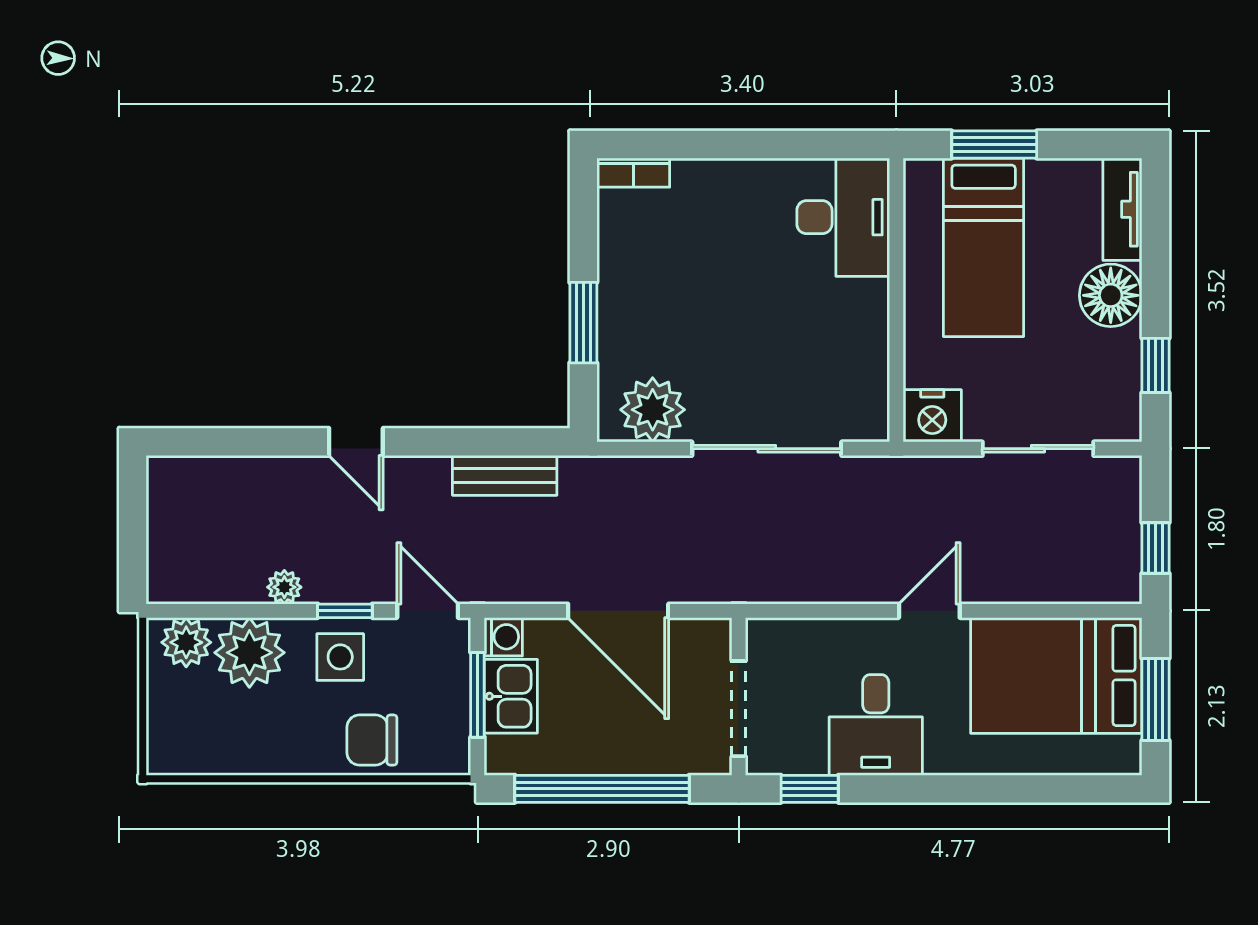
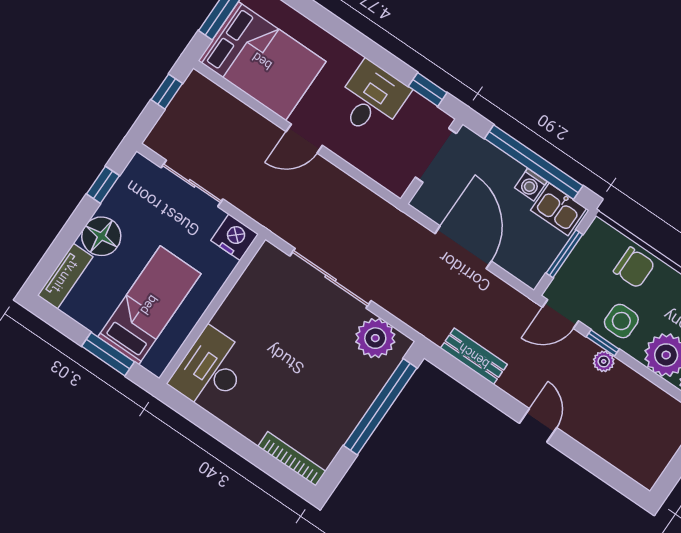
bookcase: (633, 173) -> (292, 459), width x1.56
window: (583, 323) -> (380, 407), width x2.11
plant: (284, 587) -> (604, 361), moved
door: (428, 611) -> (561, 314), hinge flipped
washing machine: (503, 637) -> (531, 185), moved, turned -90
kitchen sink: (511, 696) -> (559, 209), moved, turned -90

